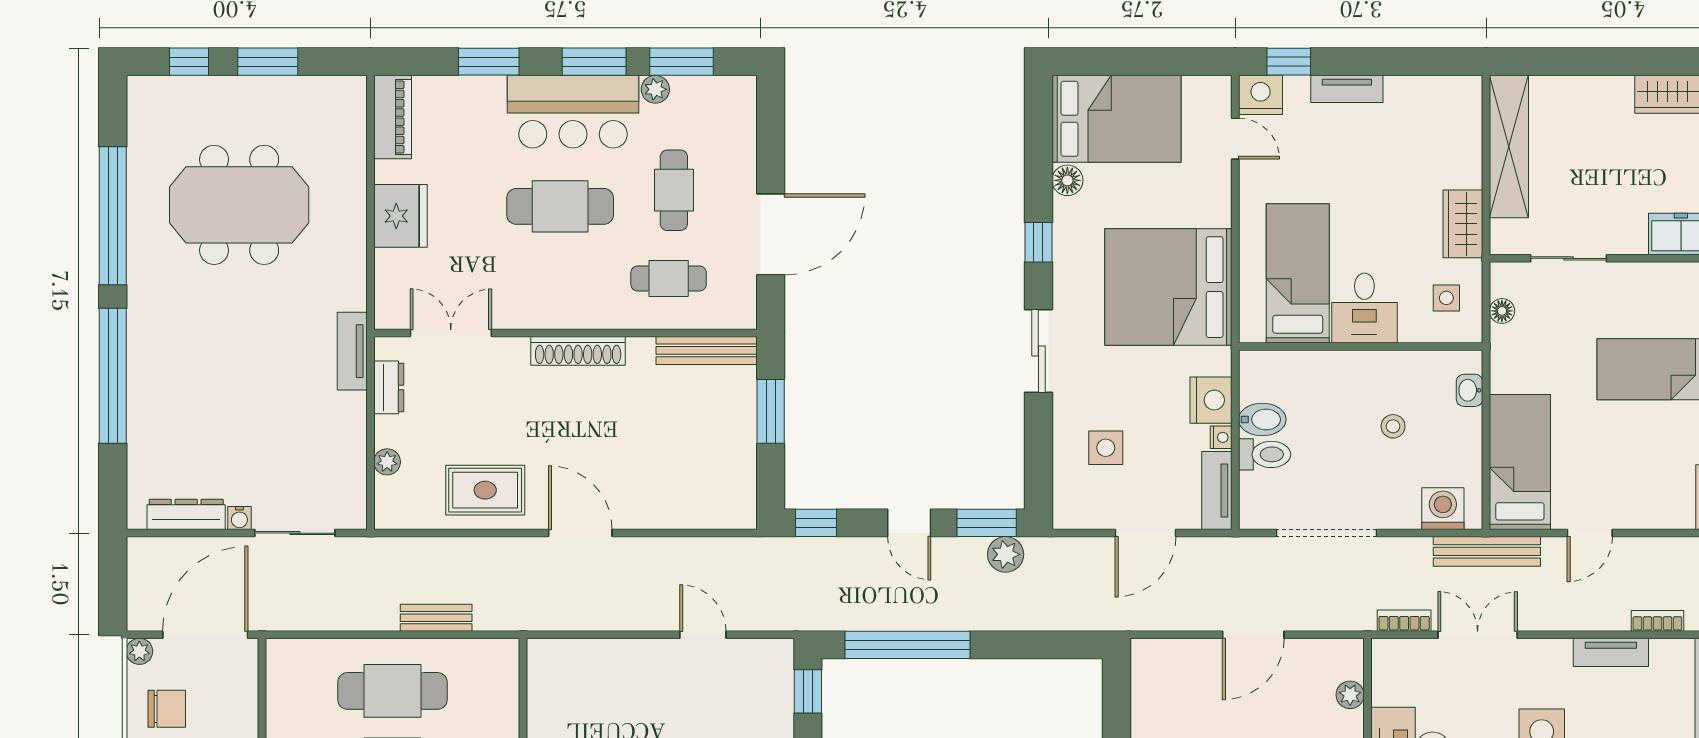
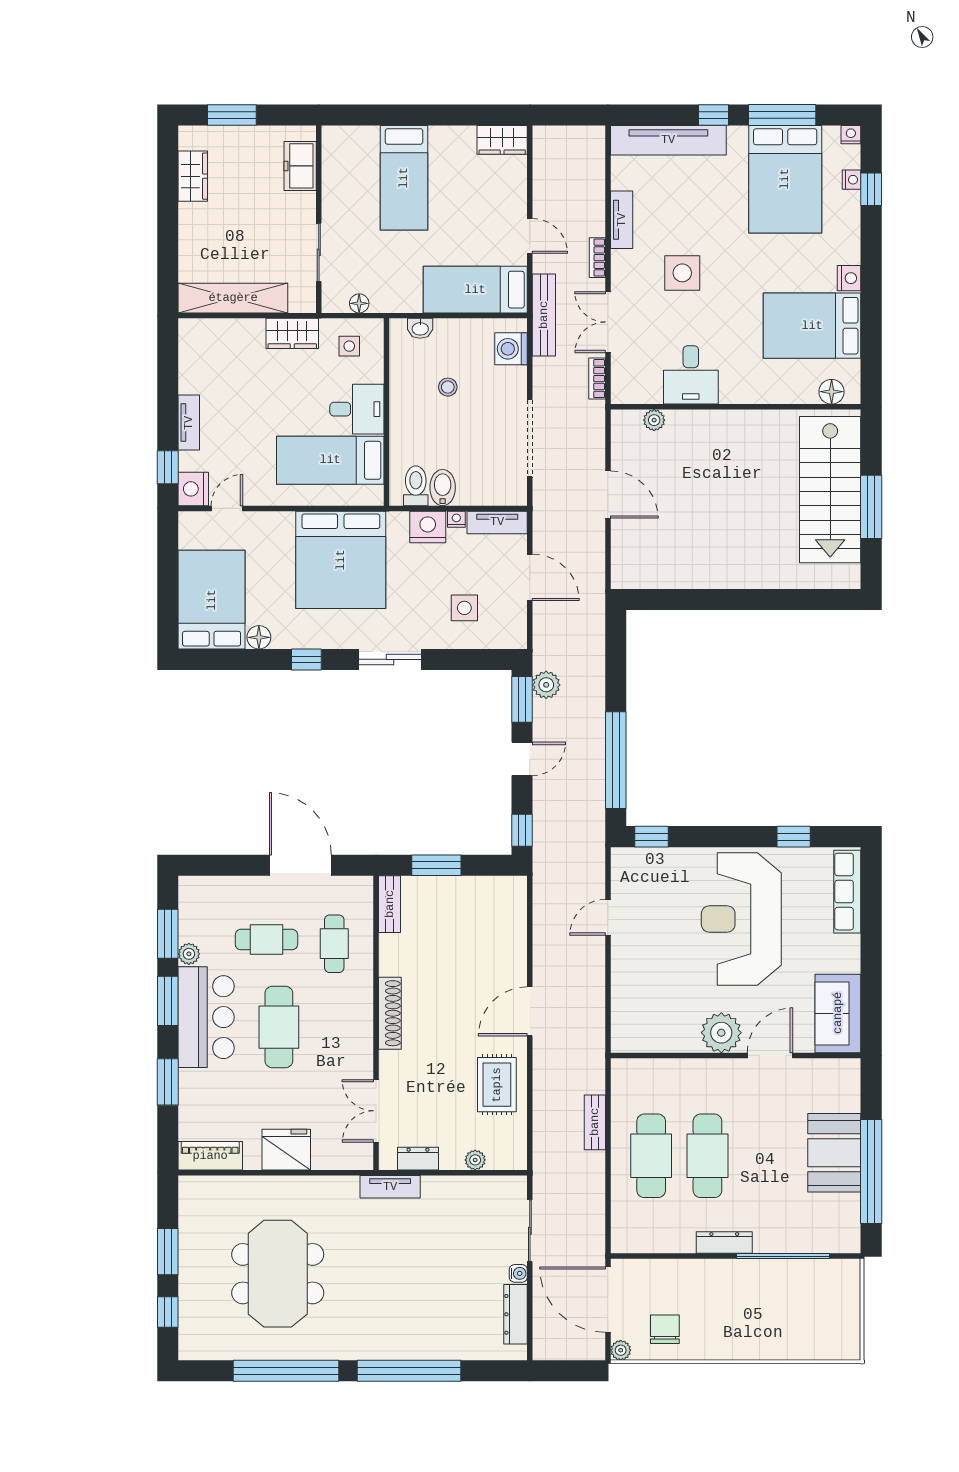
bench: (707, 350) -> (390, 904), width x0.73
toilet: (1265, 454) -> (416, 486), moved
bookcase: (1657, 621) -> (597, 258), moved

